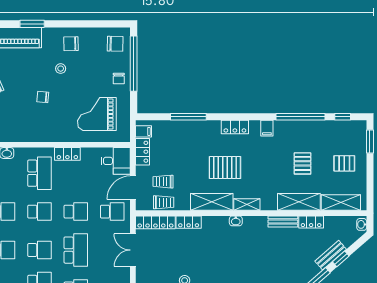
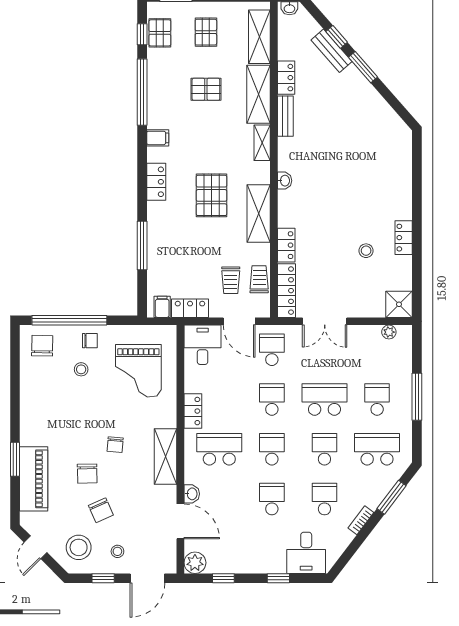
chair: (71, 44) -> (87, 474), moved
stool: (61, 69) -> (81, 369), moved
pallet: (344, 130) -> (160, 33), added
shelving: (34, 134) -> (166, 457), added
shelving: (247, 204) -> (262, 143), moved

